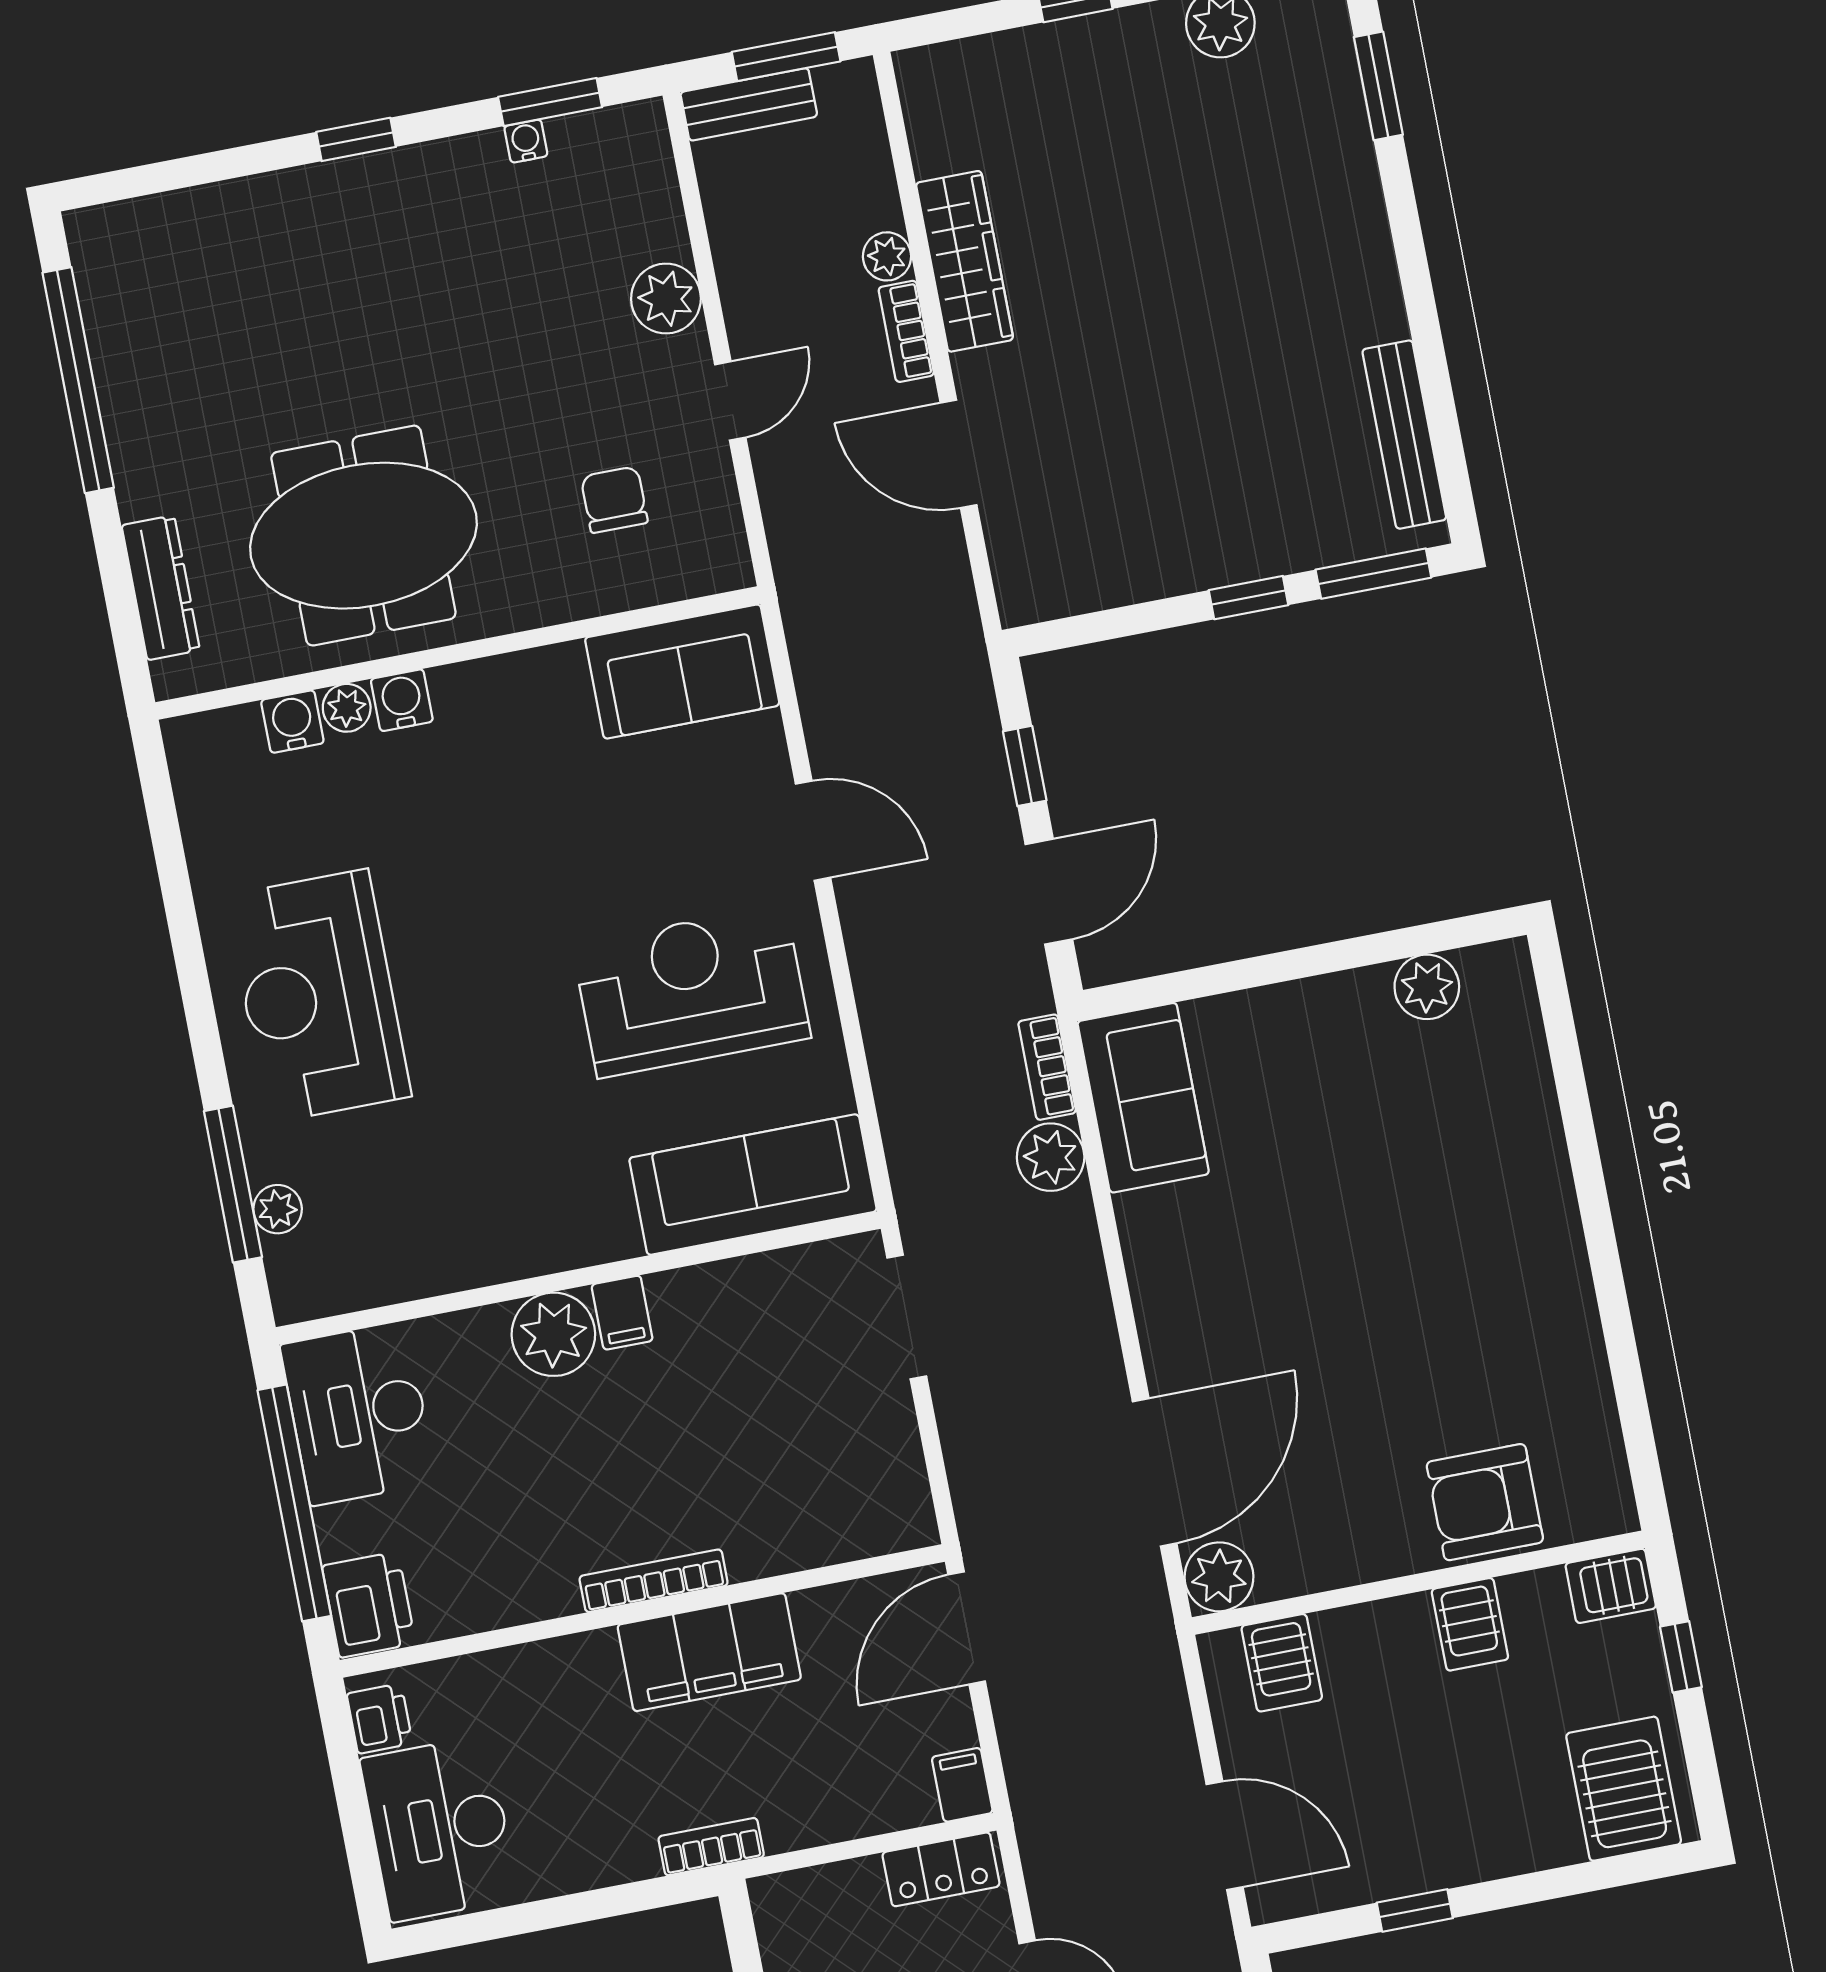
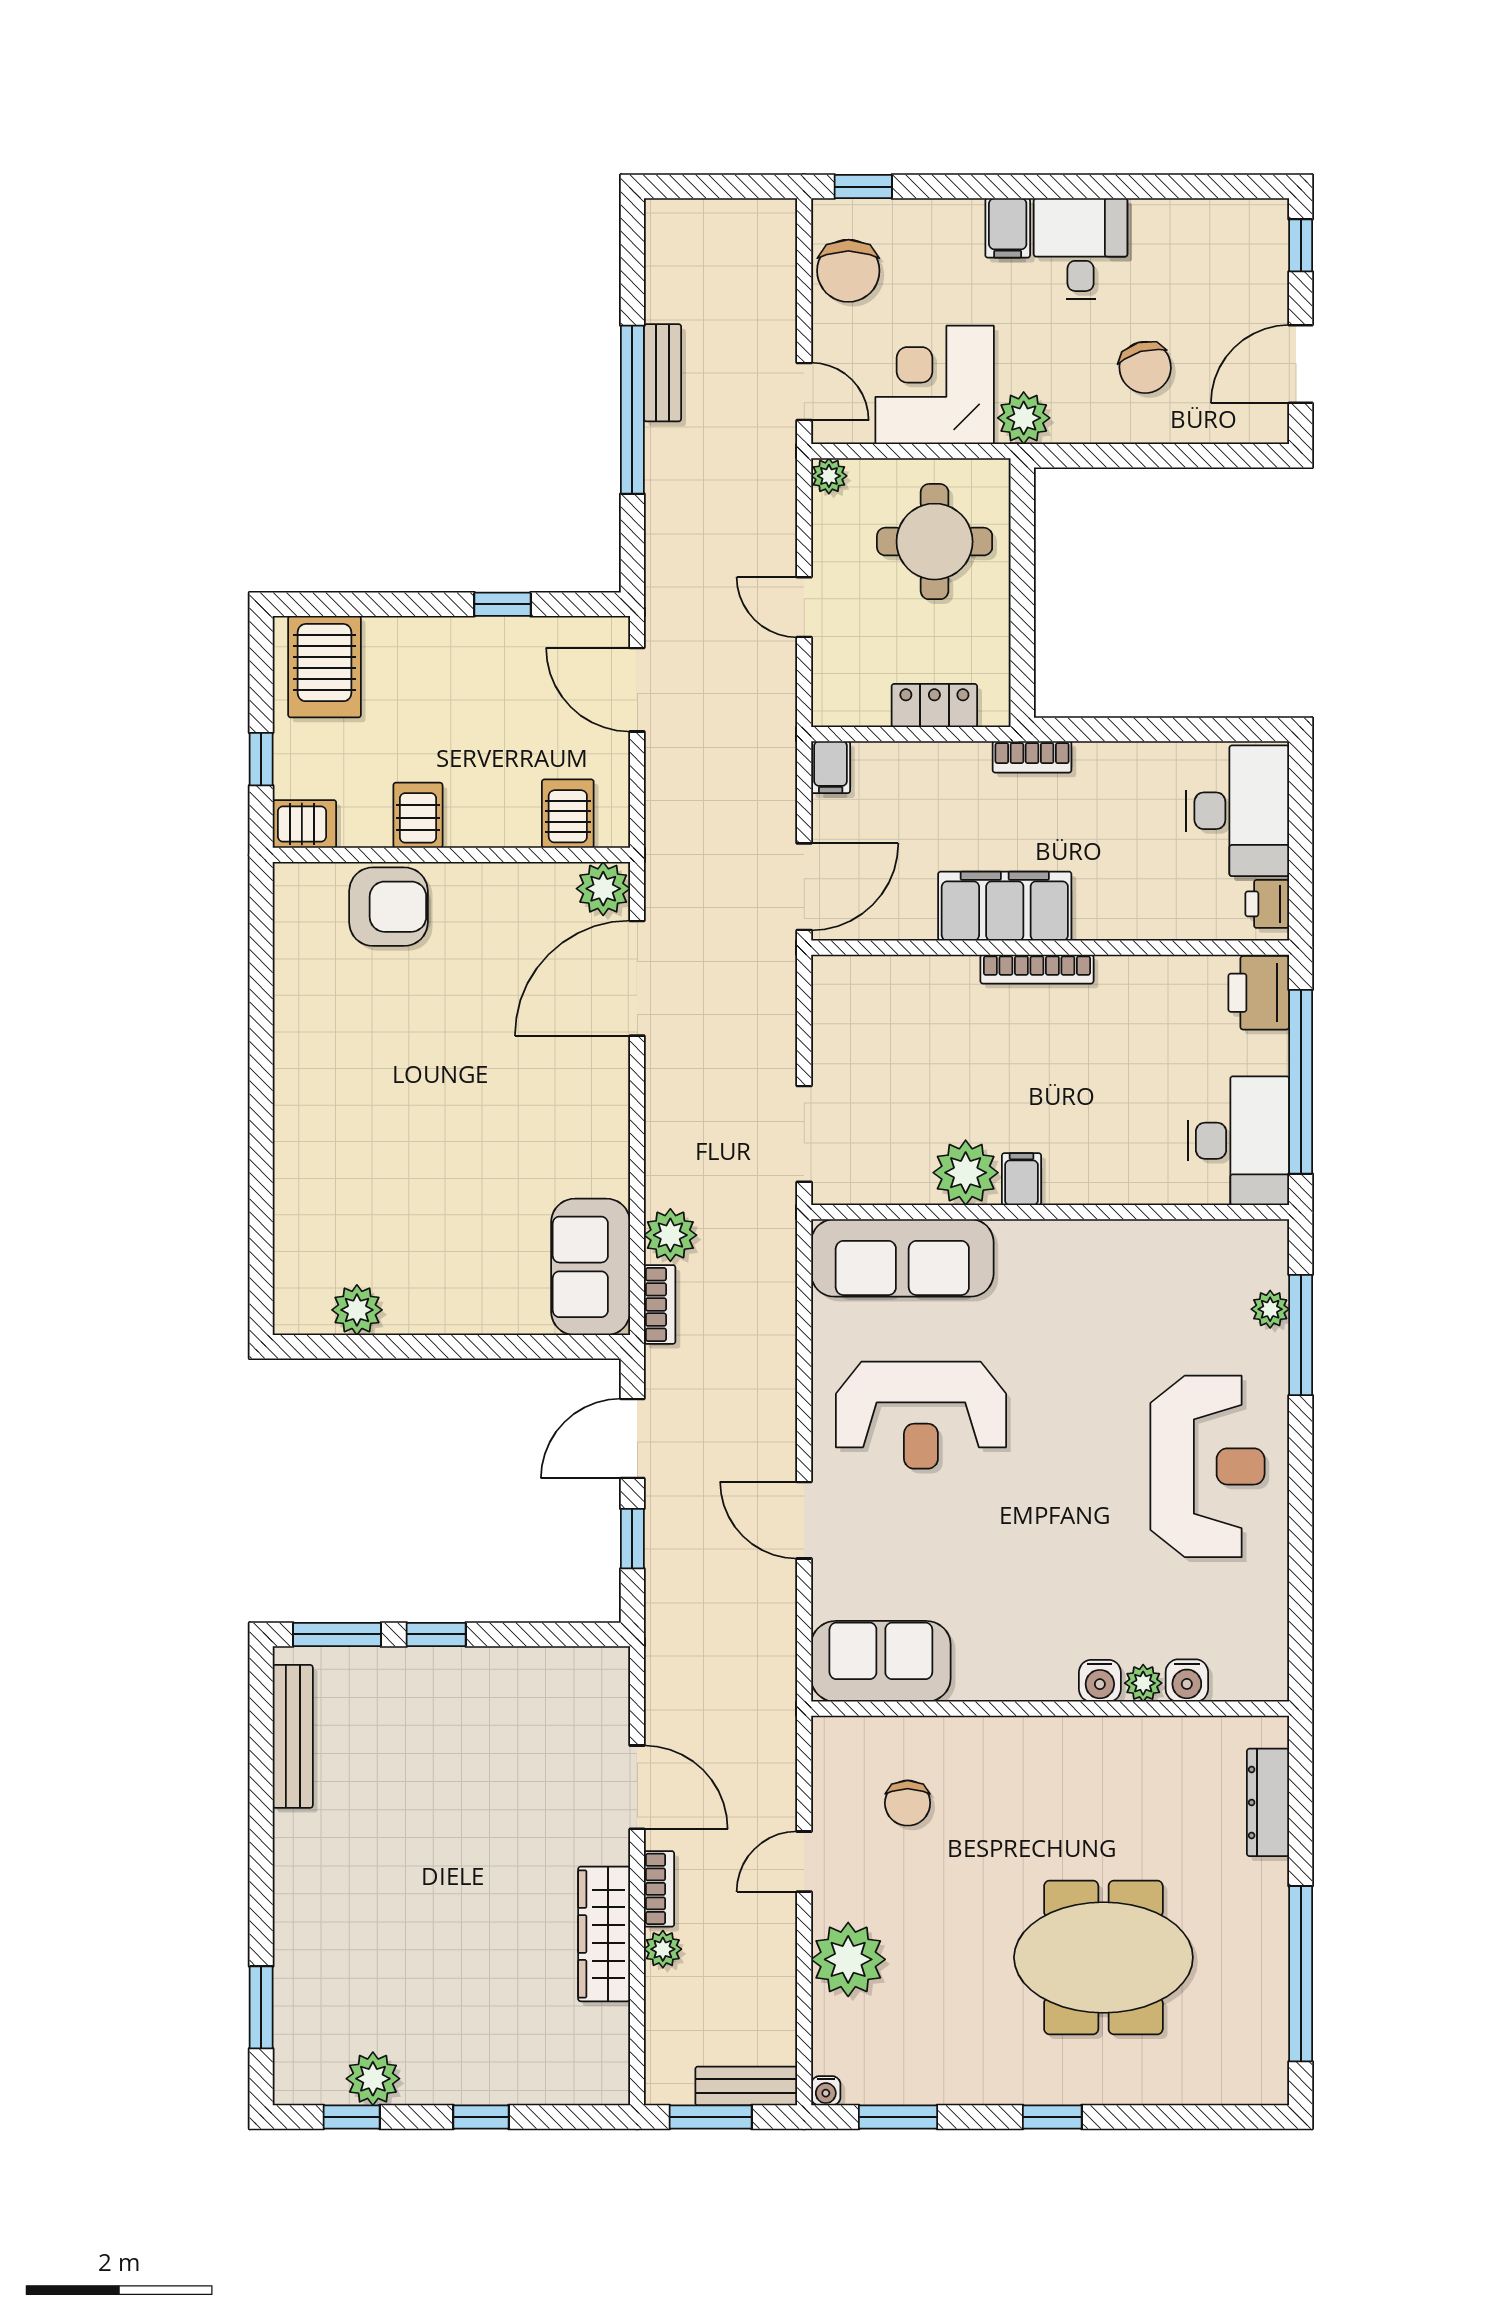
water cooler: (526, 141) -> (826, 2091), moved
plant: (666, 299) -> (848, 1959), width x1.36, depth x1.36
meeting table: (363, 536) -> (1103, 1957), moved
plant: (553, 1334) -> (966, 1173), moved
locker: (941, 1869) -> (934, 706), moved

